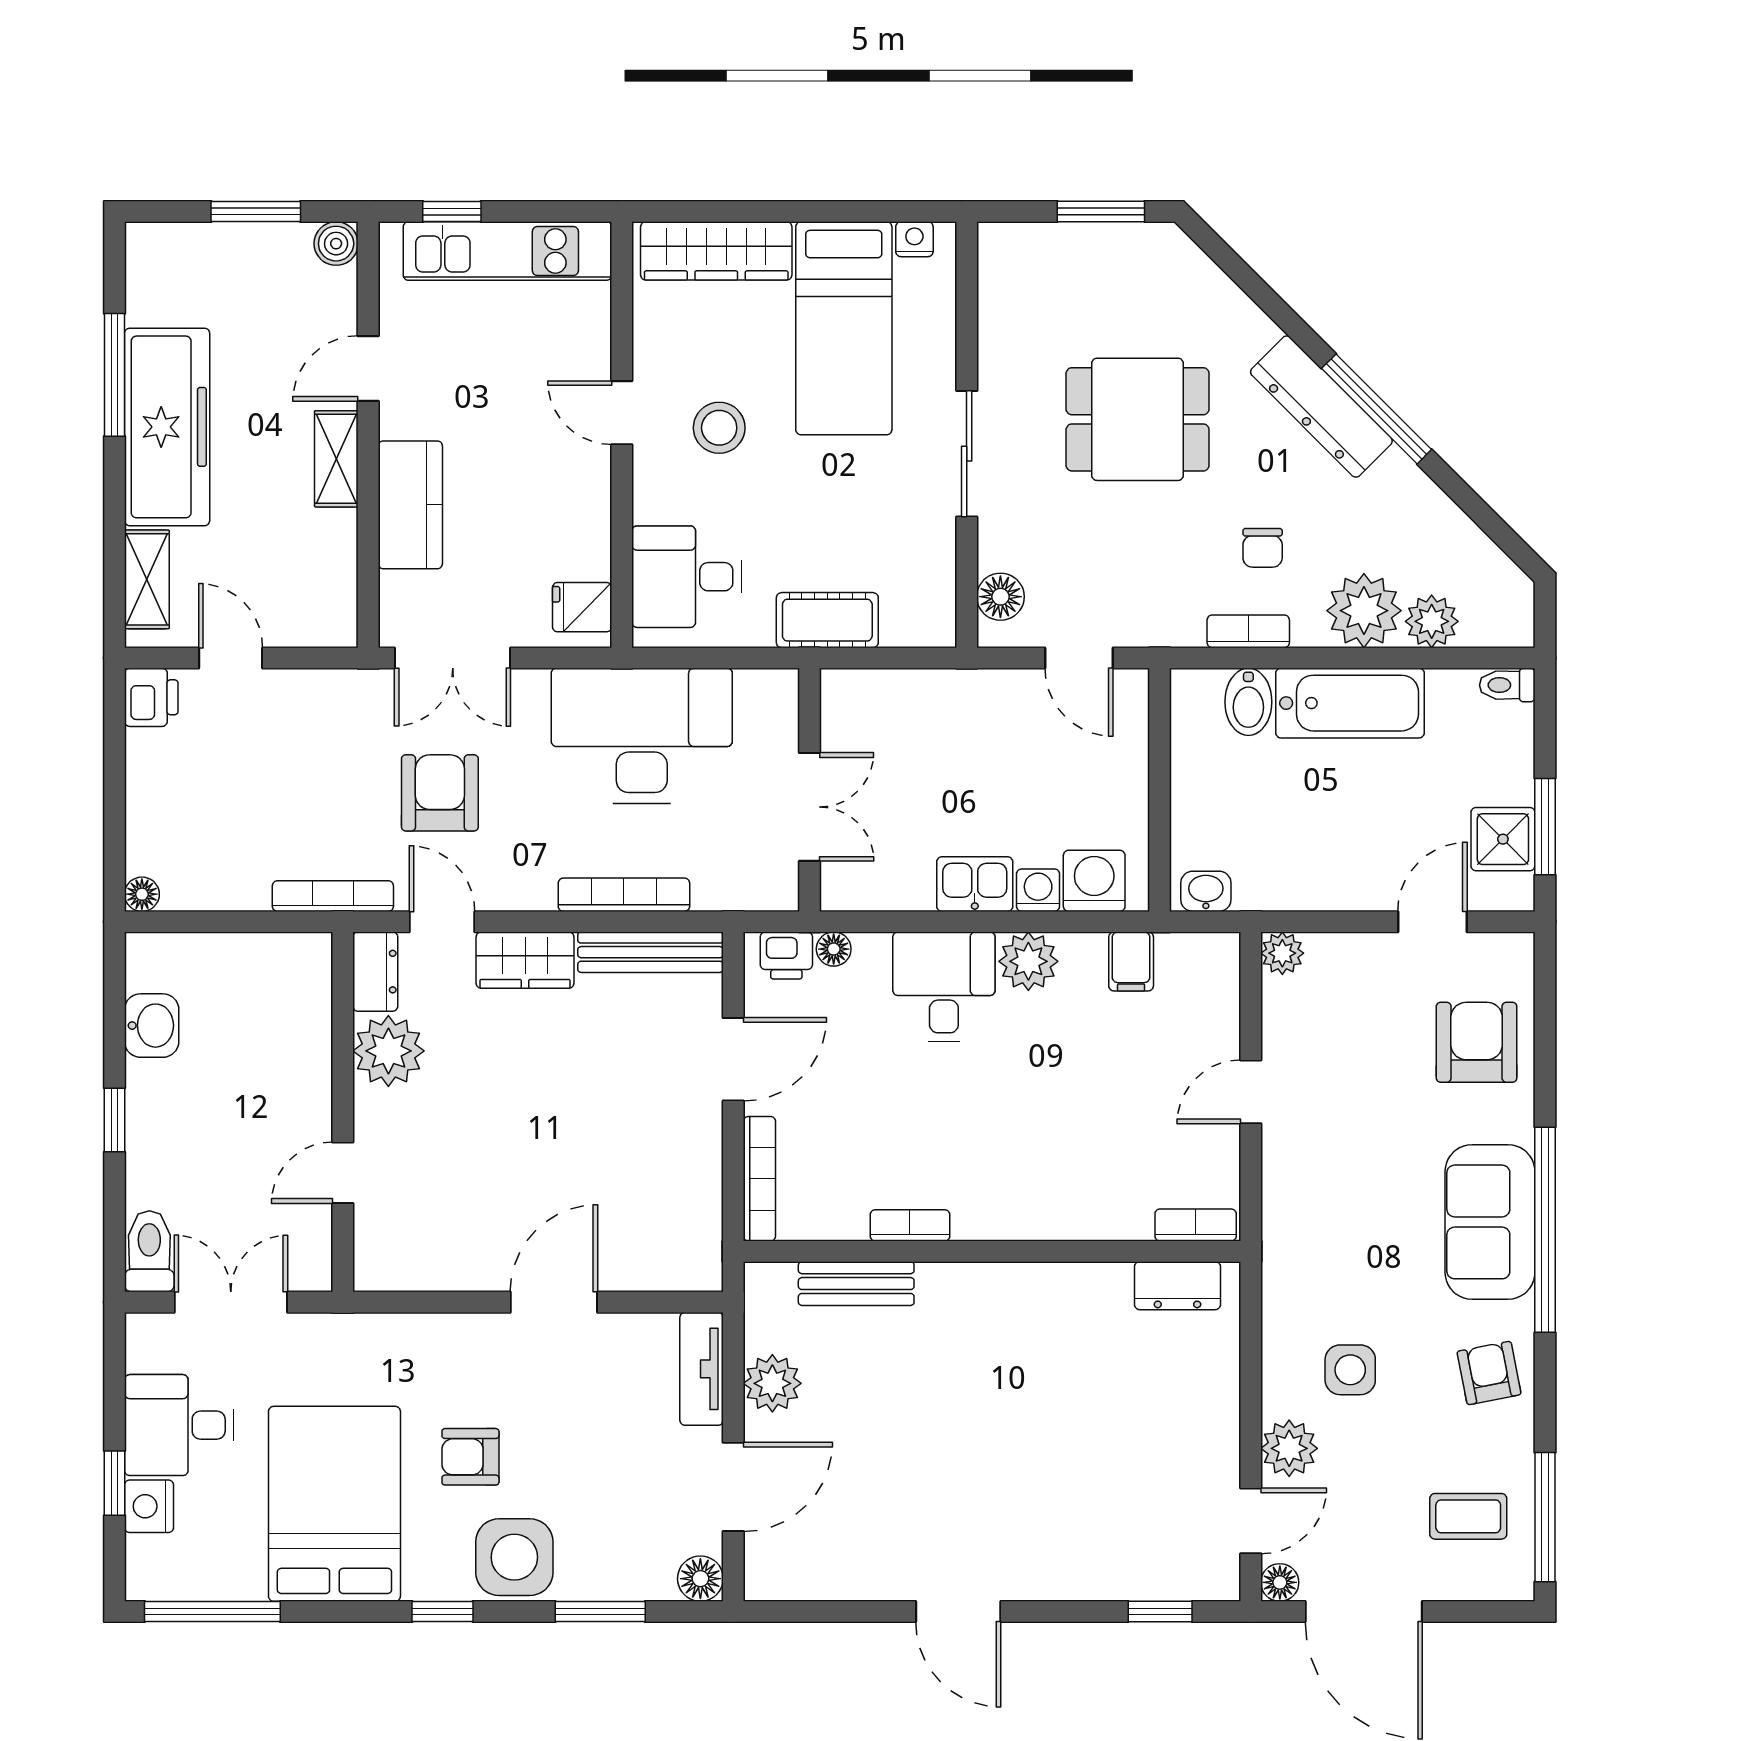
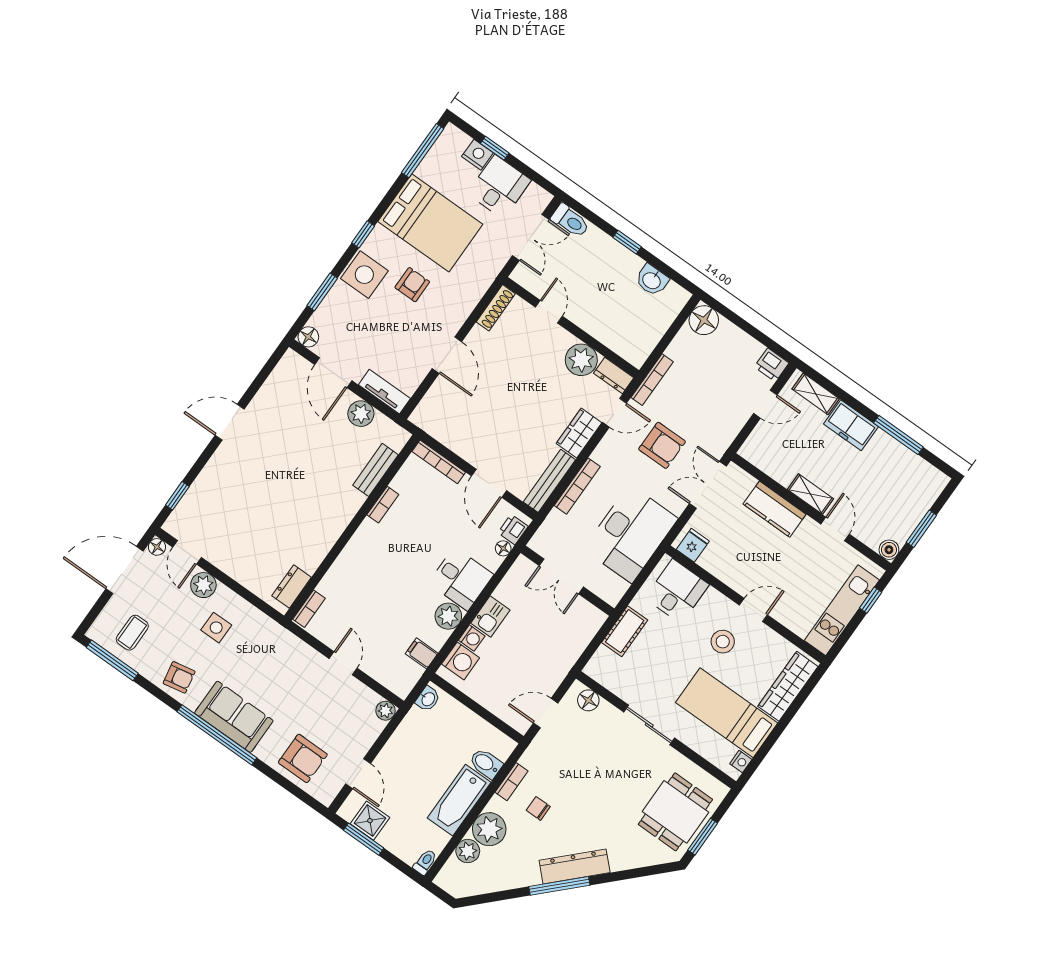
dining table: (1138, 419) -> (675, 812), moved
freezer: (167, 427) -> (851, 425), width x0.52, depth x0.79
floor lamp: (142, 894) -> (704, 320), width x1.89, depth x1.89
shoe rack: (404, 1274) -> (496, 308), added

